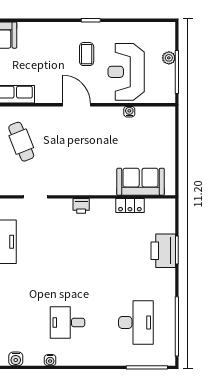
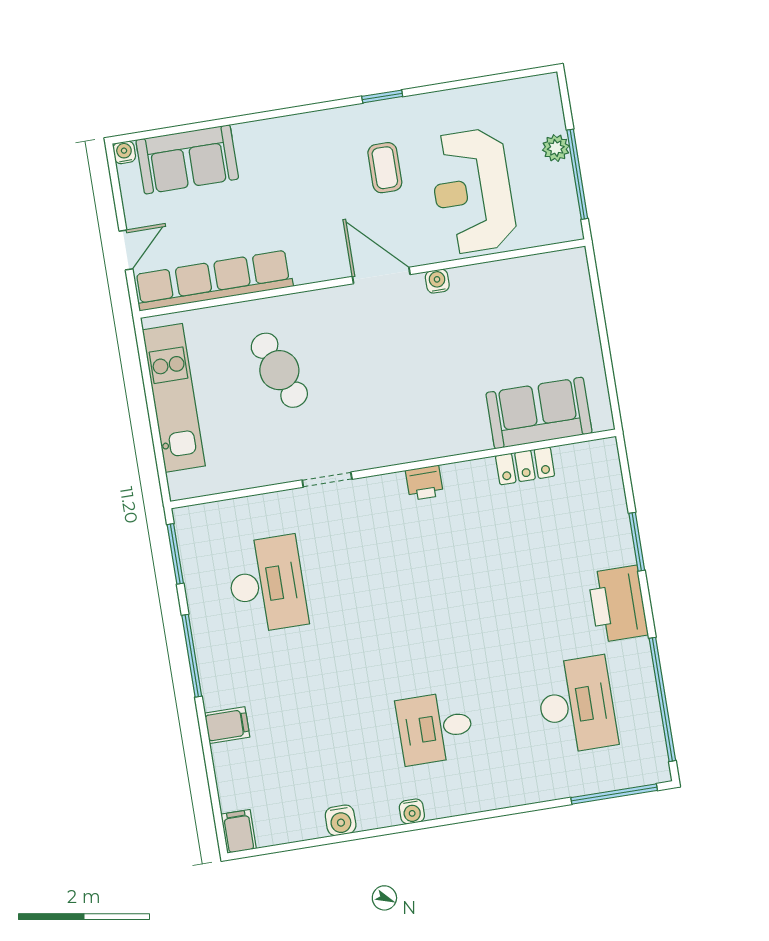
water cooler: (129, 112) -> (437, 281), moved
printer: (163, 251) -> (618, 604), moved

